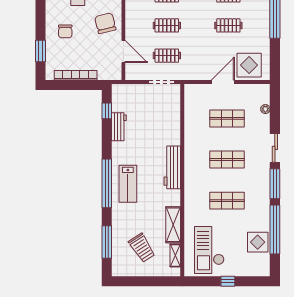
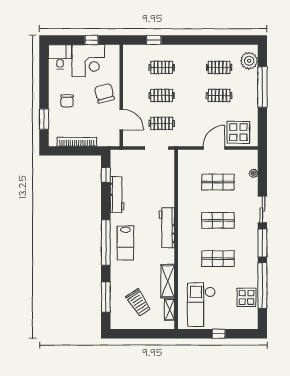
workbench: (119, 127) -> (117, 195), width x1.38

